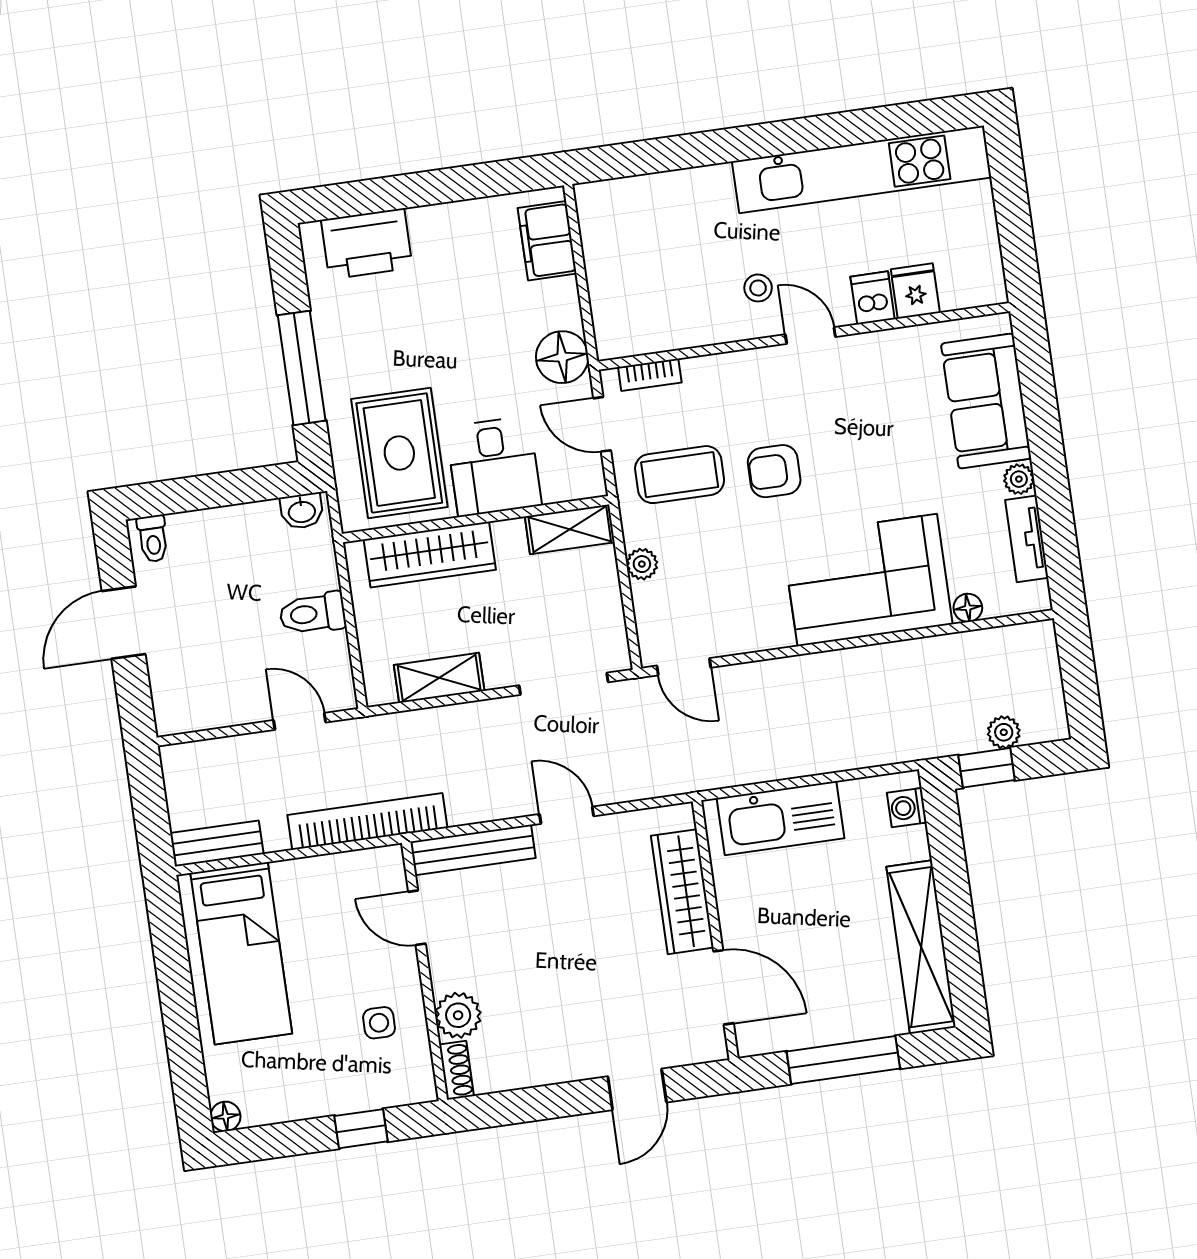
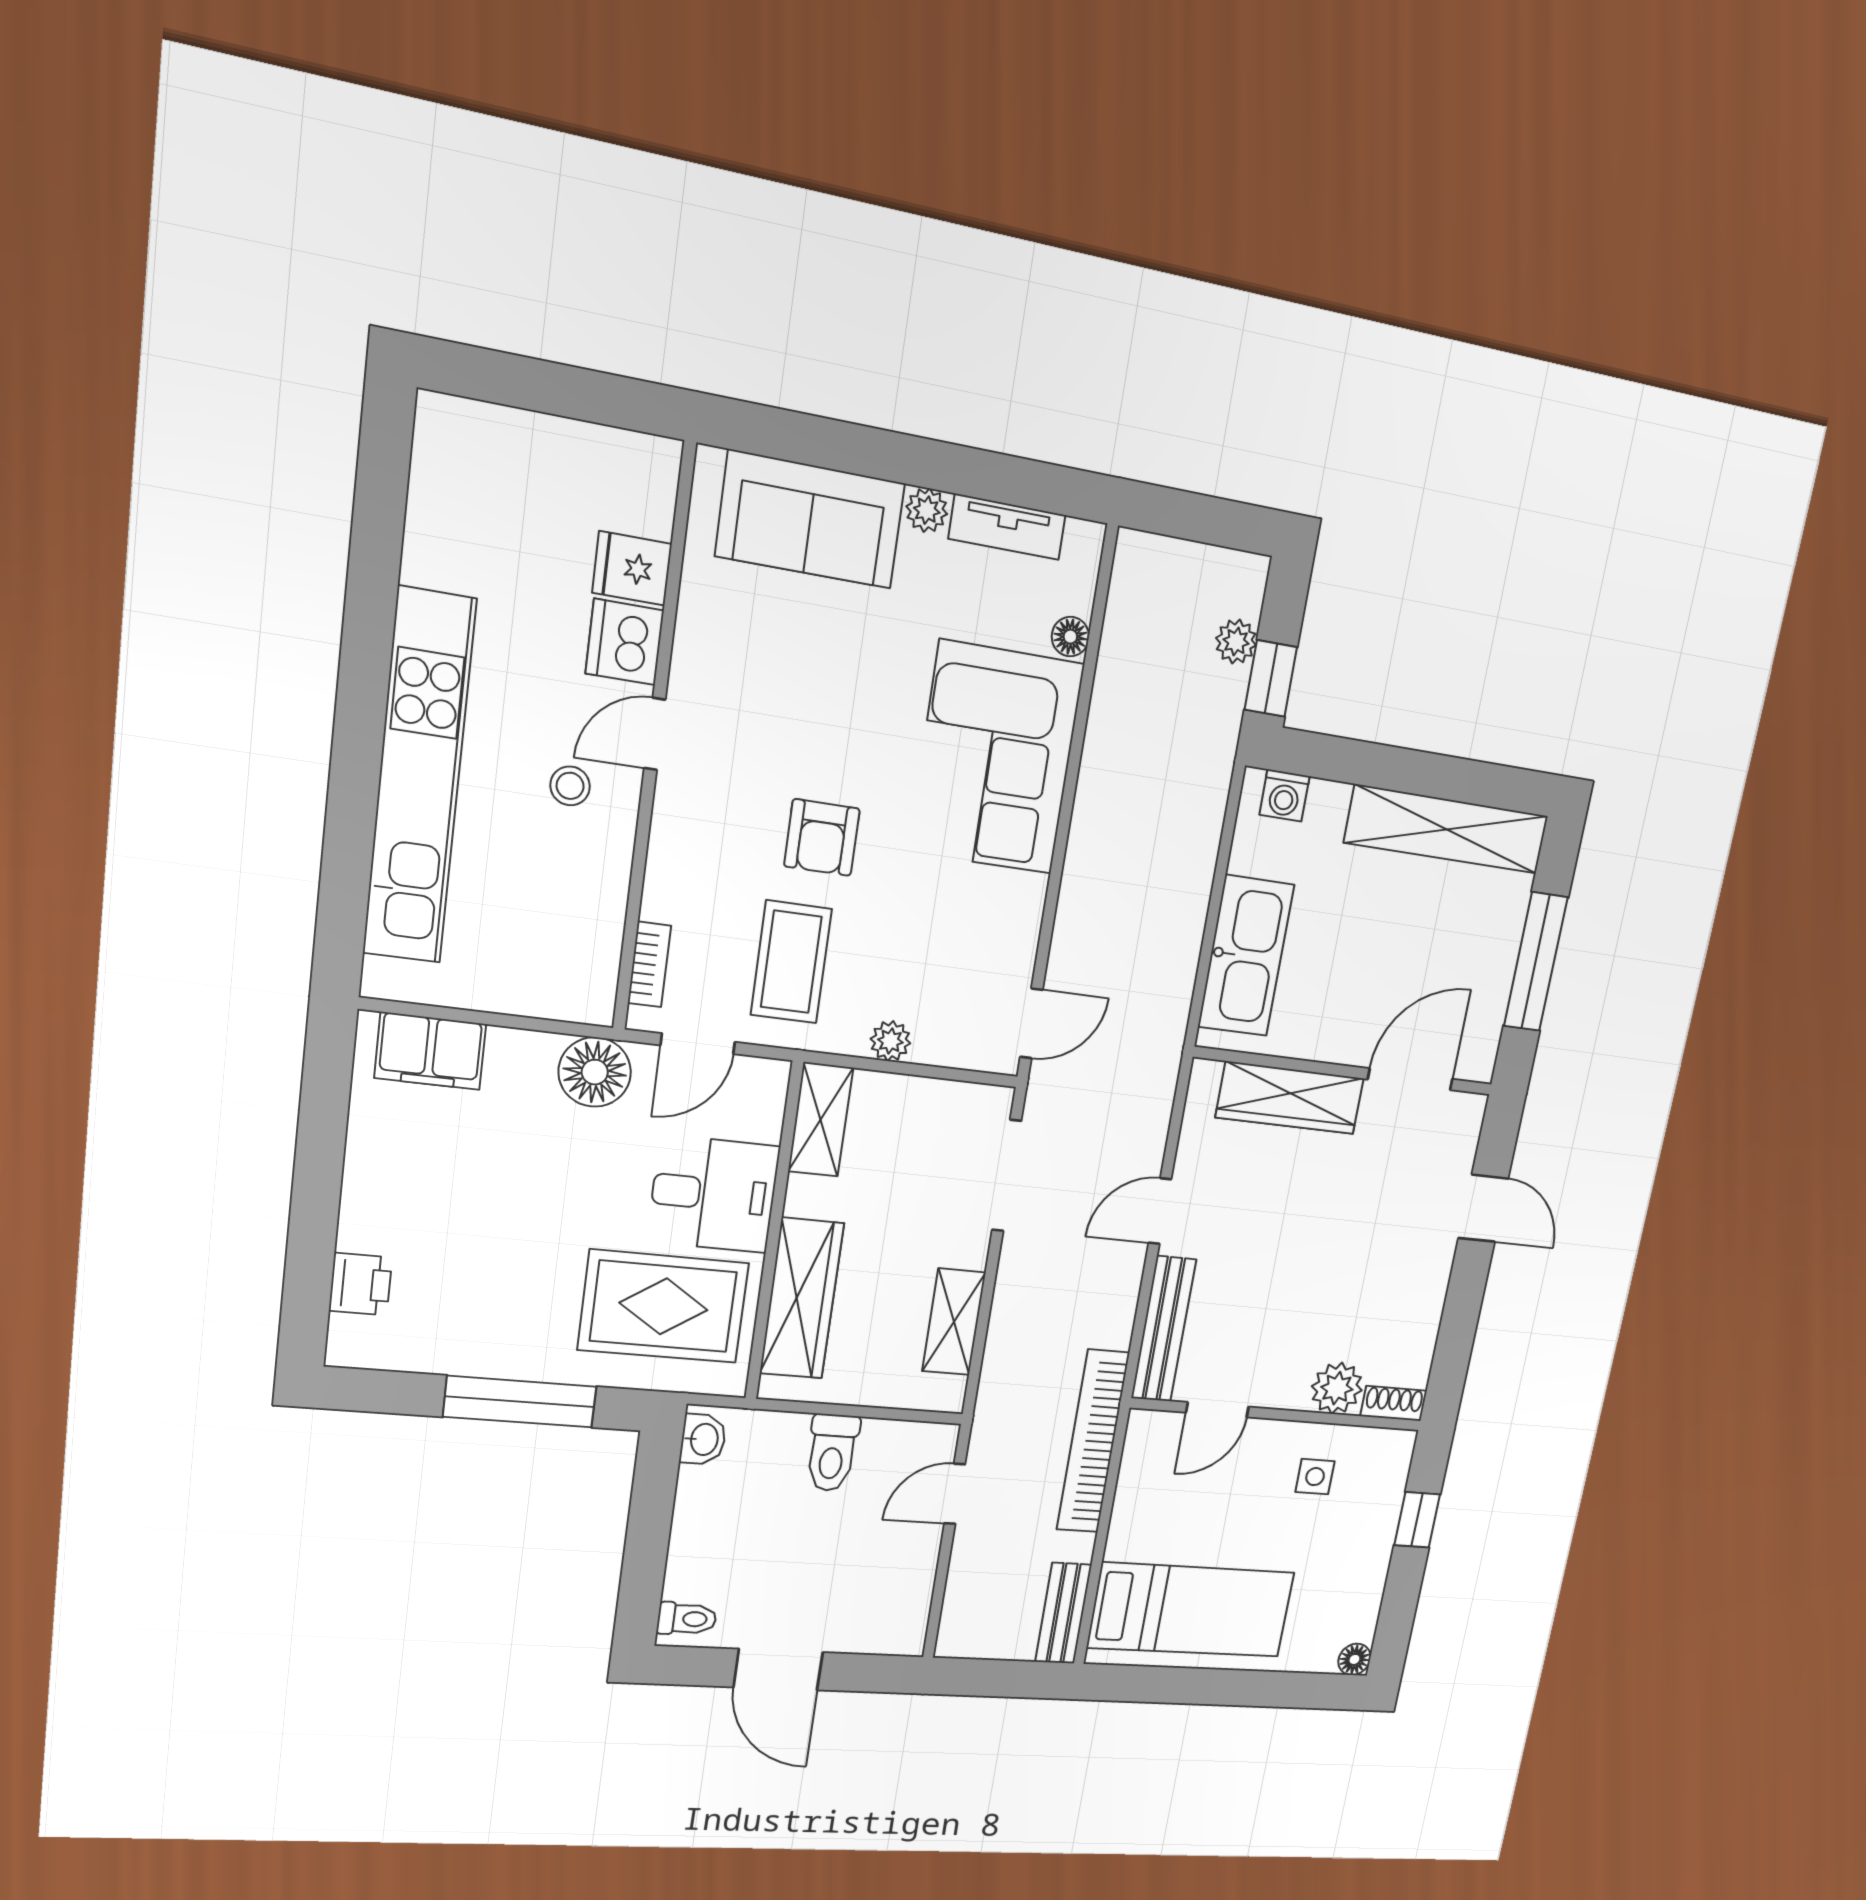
kitchen unit: (862, 169) -> (419, 778), moved
printer: (367, 244) -> (361, 1284), width x0.53, depth x0.68
dishwasher: (873, 298) -> (625, 642), width x1.38

